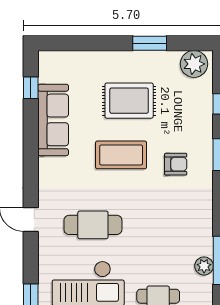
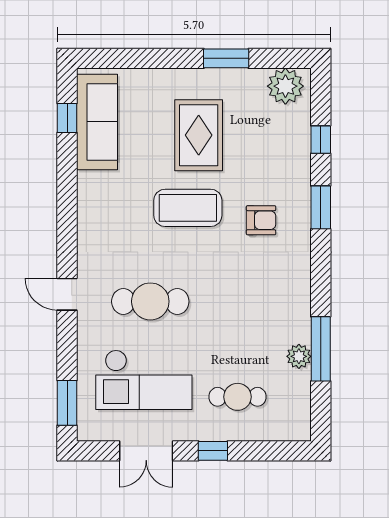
rug: (129, 101) -> (199, 135), turned 90
sofa: (53, 120) -> (97, 122), moved

